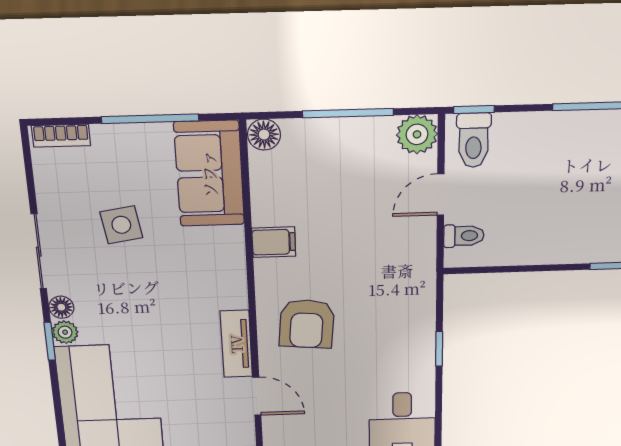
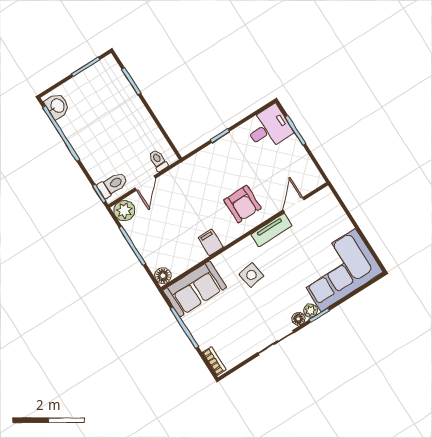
door: (441, 194) -> (145, 183), hinge flipped
side table: (121, 225) -> (251, 275), moved
armchair: (307, 324) -> (242, 204), turned 85

